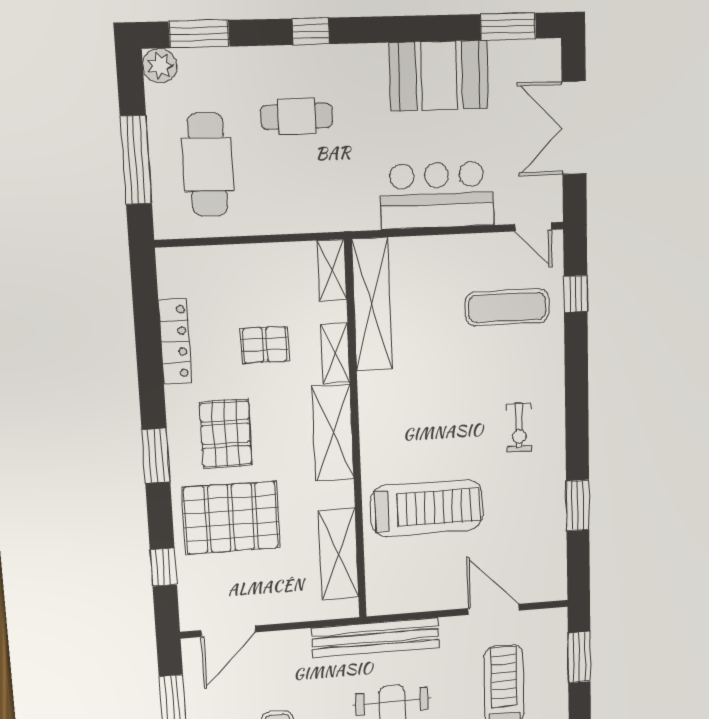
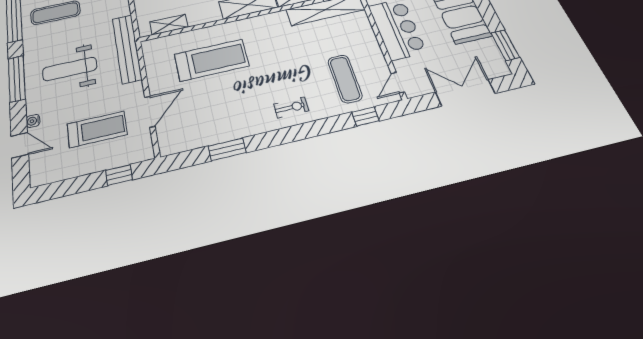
exercise bike: (519, 428) -> (291, 107), moved, turned 180
treadmill: (427, 508) -> (212, 60), turned -90
shelving: (339, 554) -> (169, 25), width x0.67, depth x0.75
window: (579, 657) -> (119, 175), width x0.67

